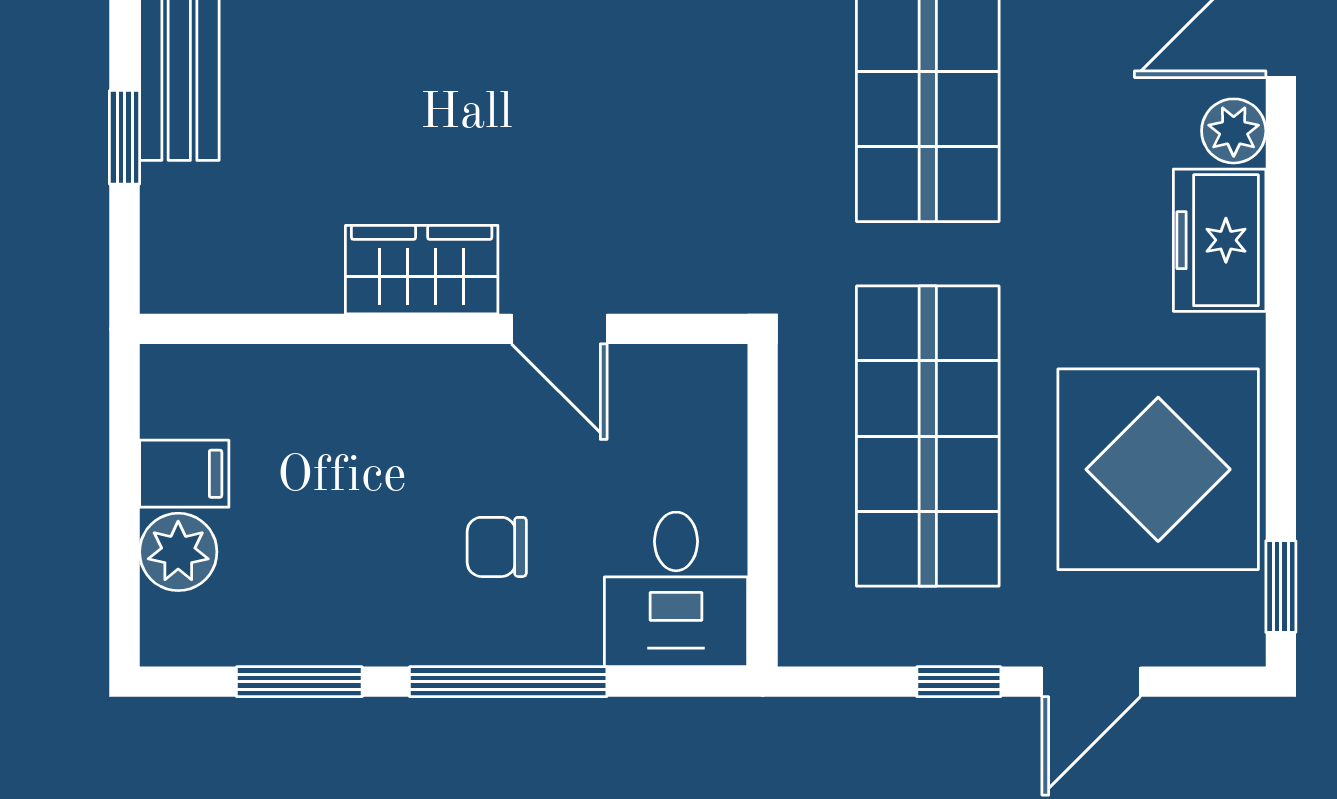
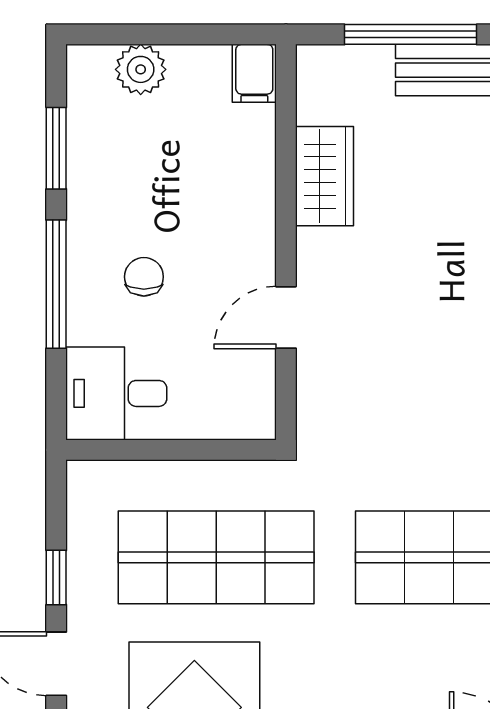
window: (125, 137) -> (411, 34), width x2.17
wardrobe: (422, 270) -> (324, 176), moved
filing cabinet: (184, 474) -> (254, 73), moved

